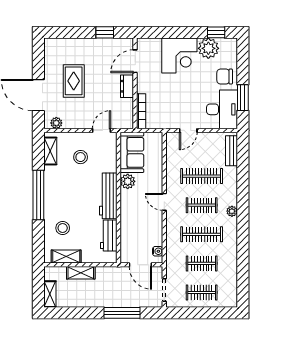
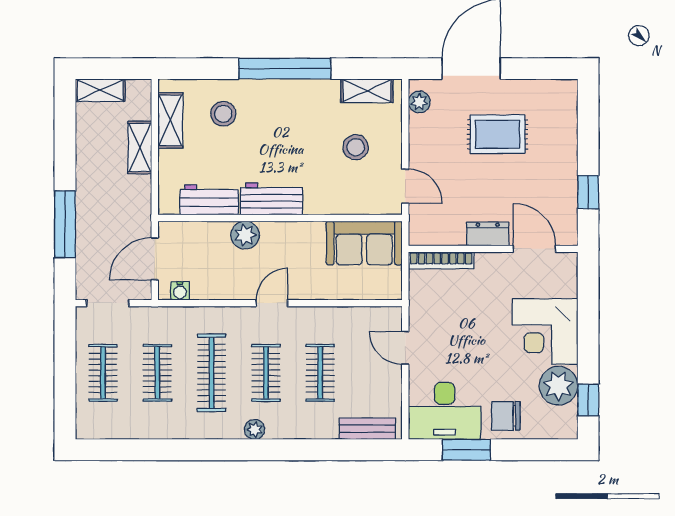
chair: (225, 77) -> (506, 416), turned -90
clothes rail: (202, 176) -> (320, 373), width x0.73
plant: (128, 181) -> (245, 235), moved
workbench: (108, 196) -> (271, 199), width x0.73

